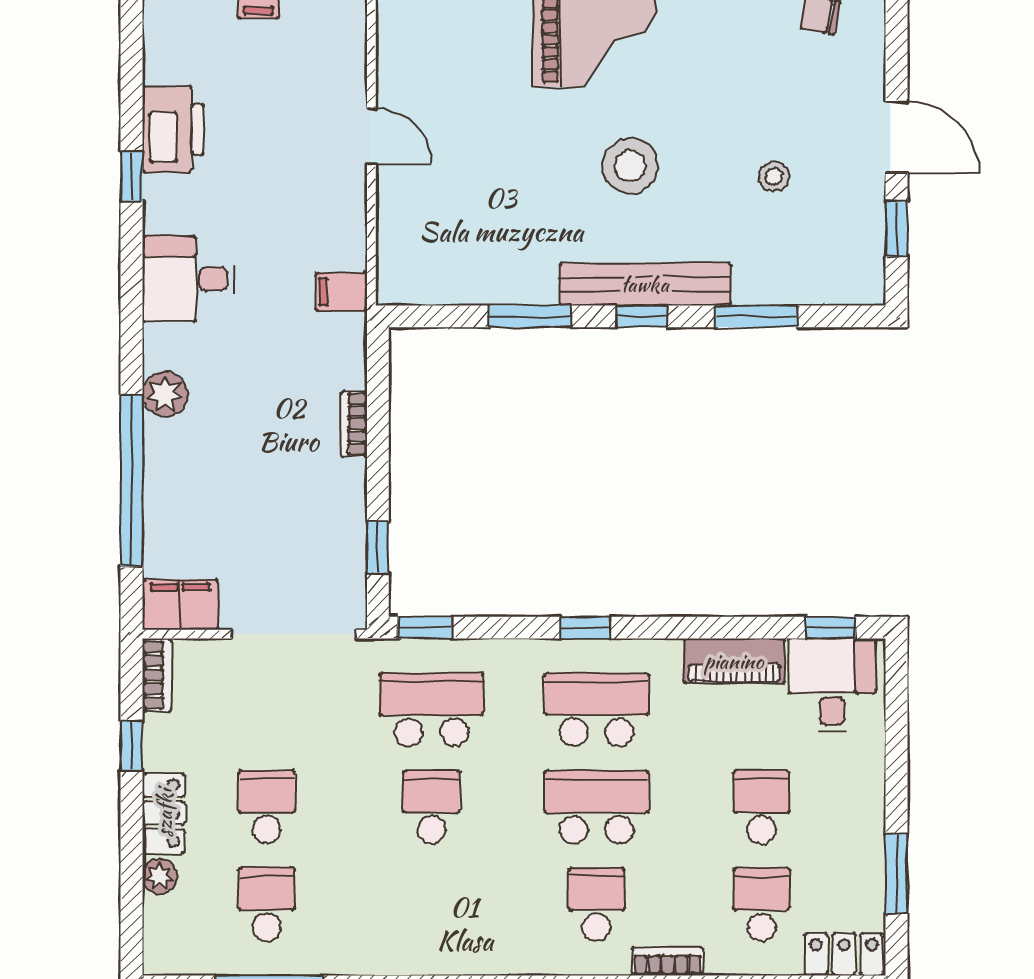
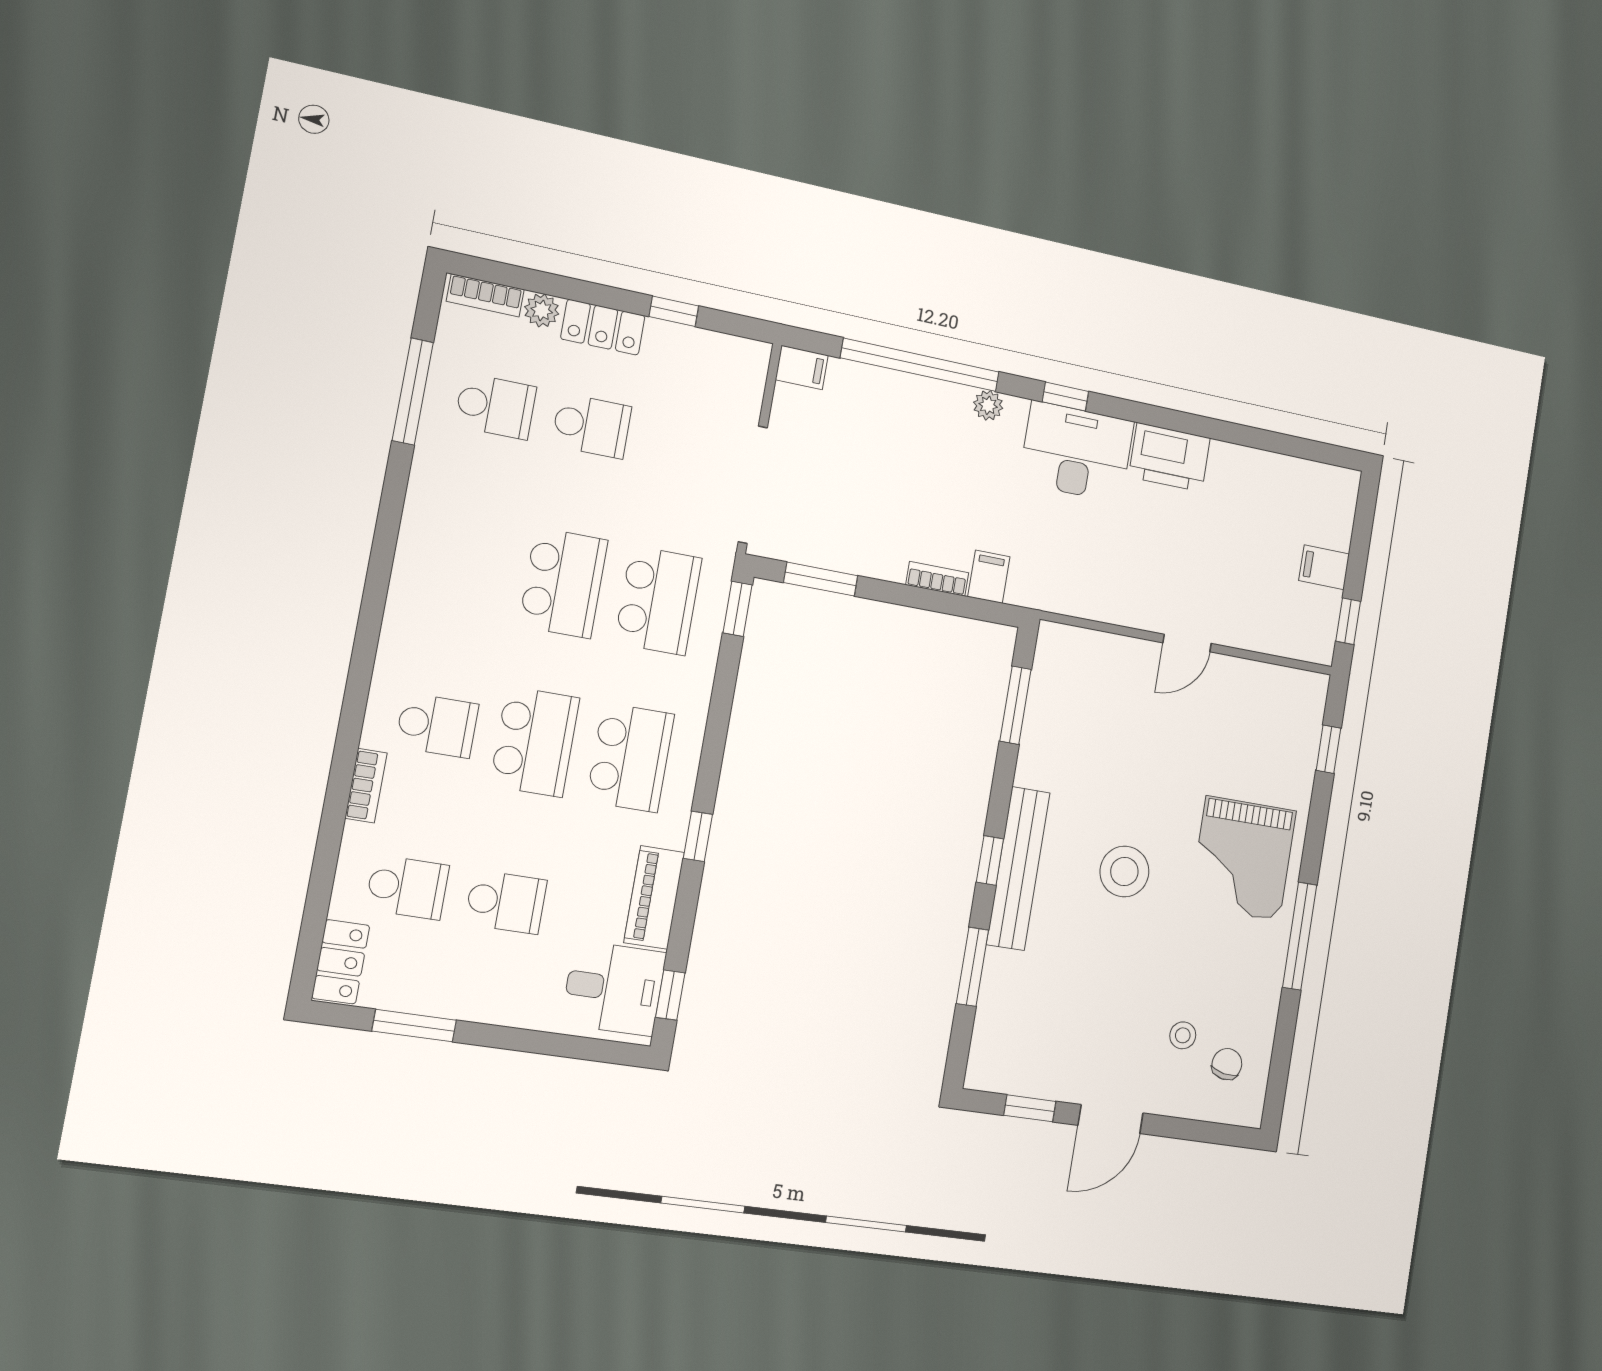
printer: (173, 129) -> (1170, 457), moved
window: (131, 176) -> (1065, 397), moved
stool: (774, 177) -> (1183, 1035), moved
desk: (188, 279) -> (1077, 452), width x1.37
filing cabinet: (341, 292) -> (989, 577), moved
window: (530, 316) -> (1015, 705), moved
plant: (165, 394) -> (988, 405), width x0.73, depth x0.73
window: (378, 547) -> (821, 579), width x1.50
filing cabinet: (180, 605) -> (802, 368), width x0.50
window: (585, 628) -> (698, 836), moved
bookcase: (157, 675) -> (485, 295), moved
school desk: (432, 807) -> (563, 583), width x1.85

